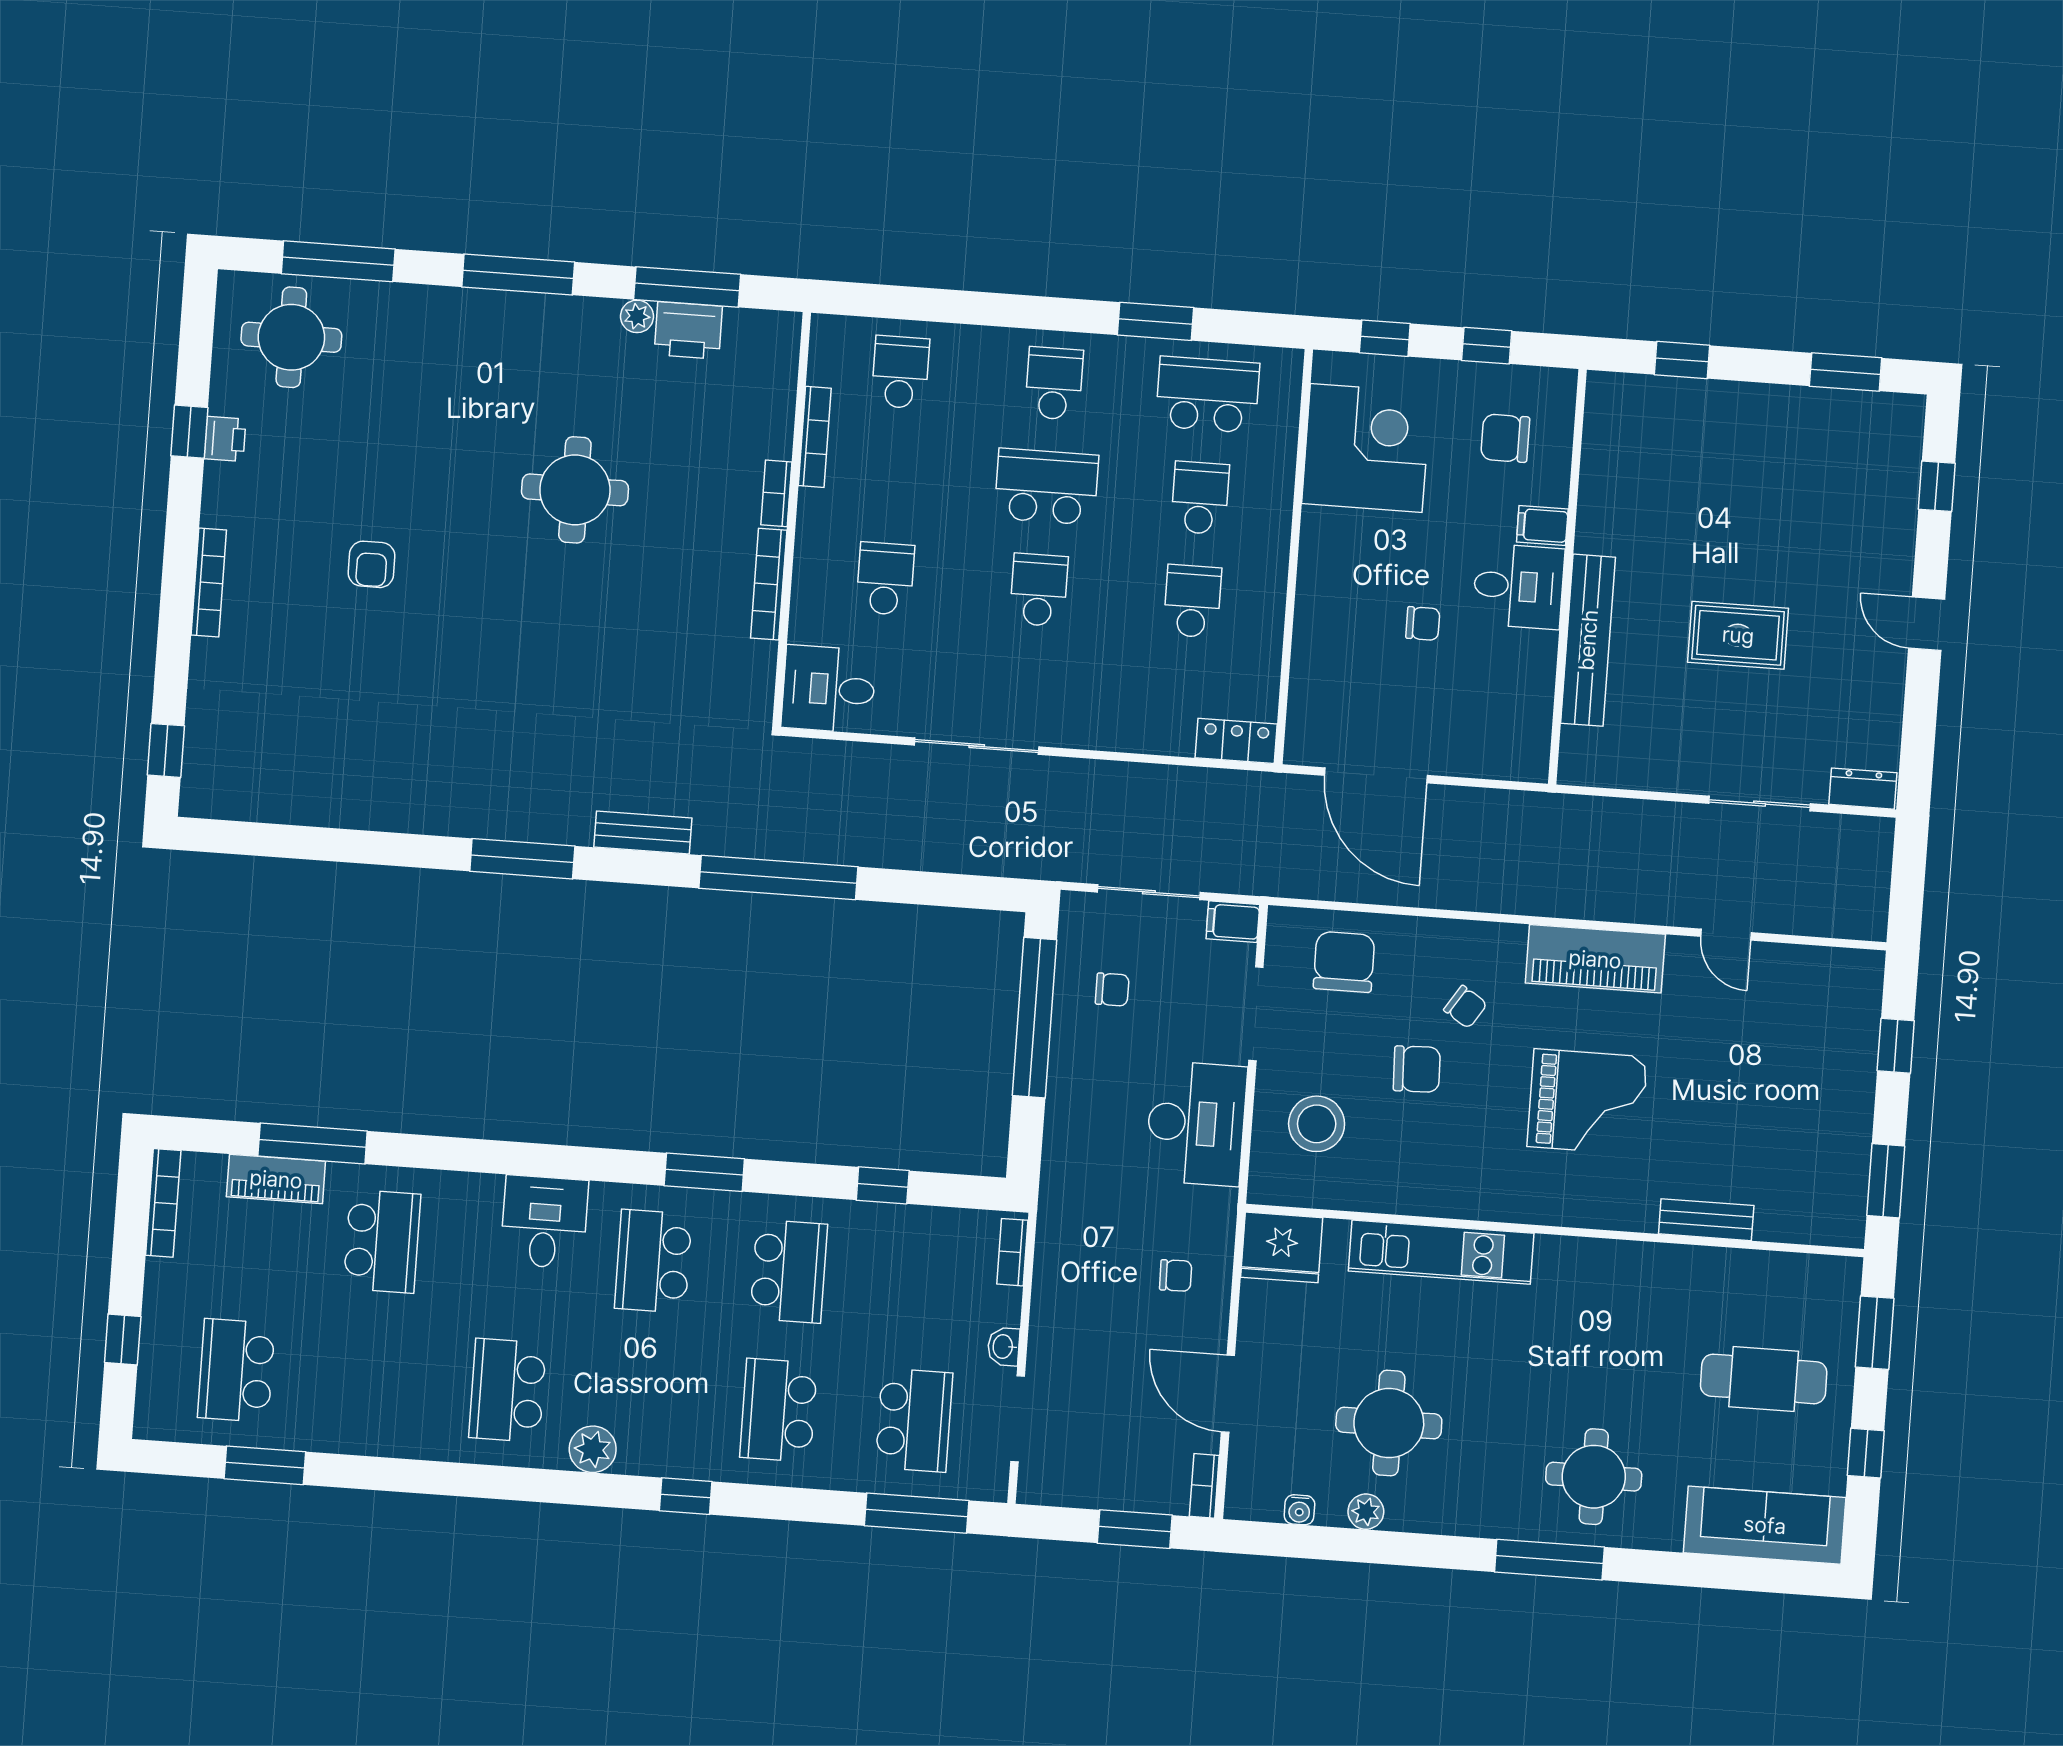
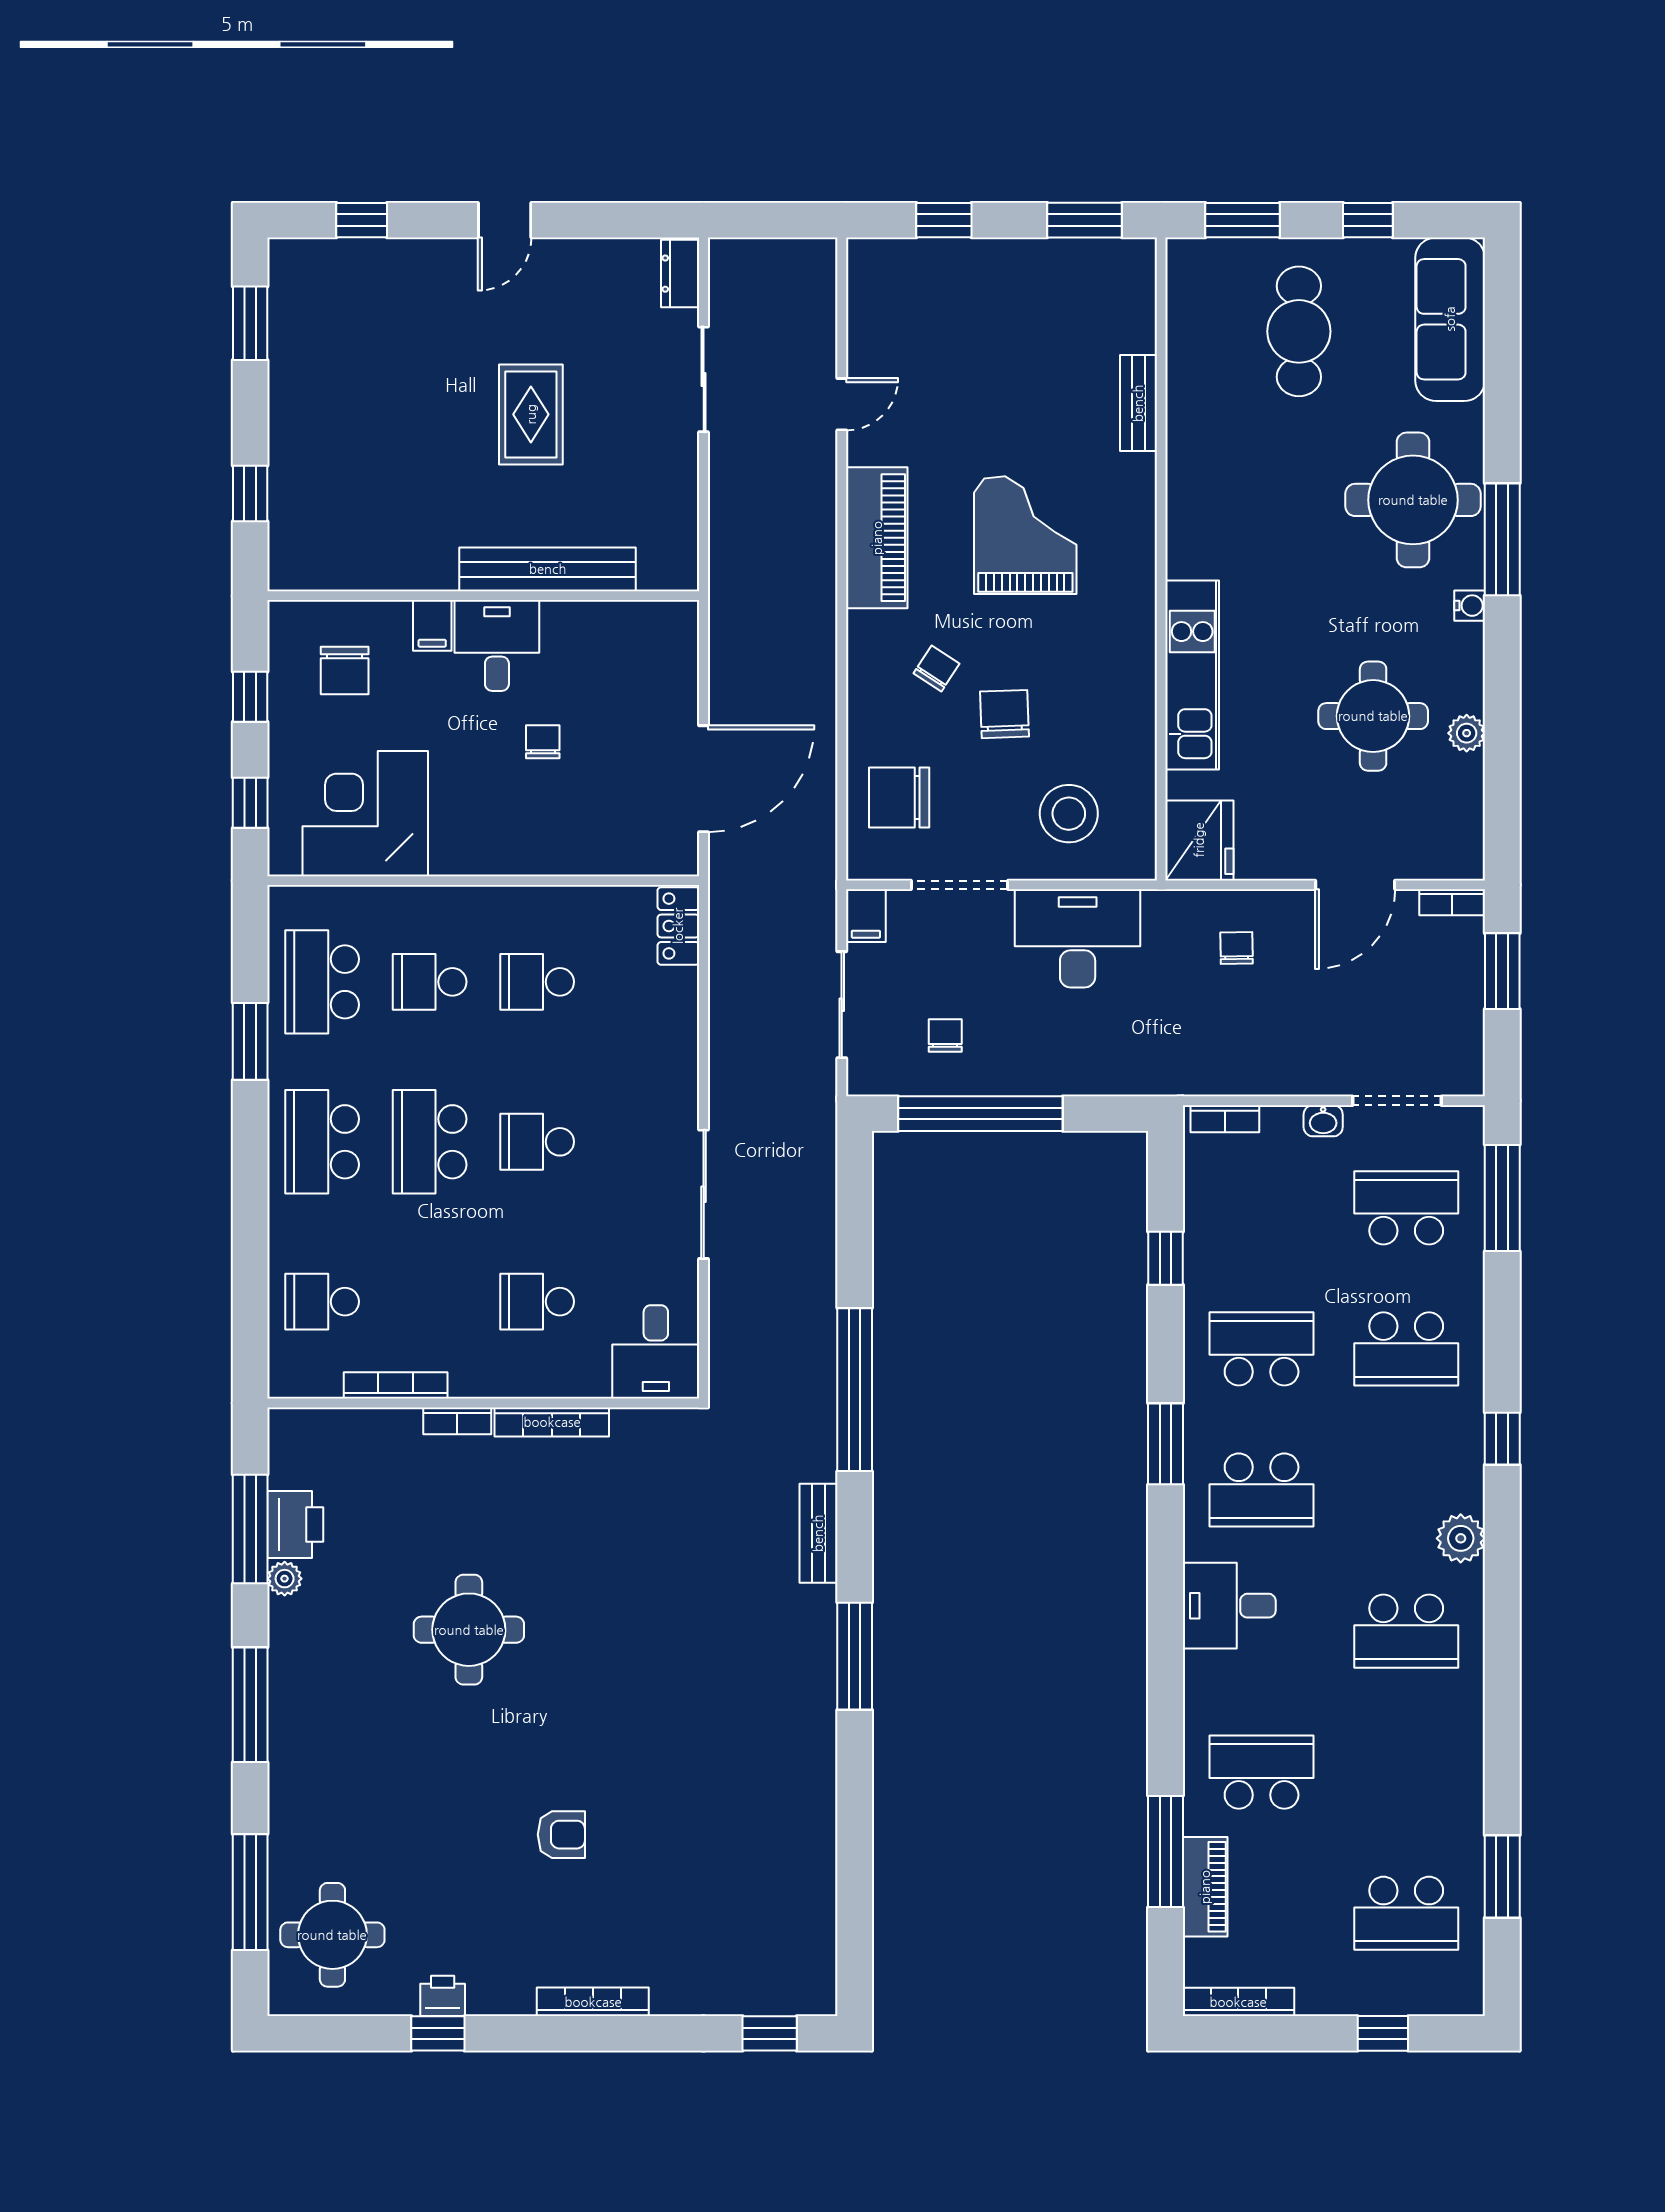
school desk: (1054, 383) -> (322, 1142), width x1.85
round table: (1594, 1477) -> (1413, 500), width x1.36, depth x1.36
water cooler: (1299, 1510) -> (1470, 606), moved

